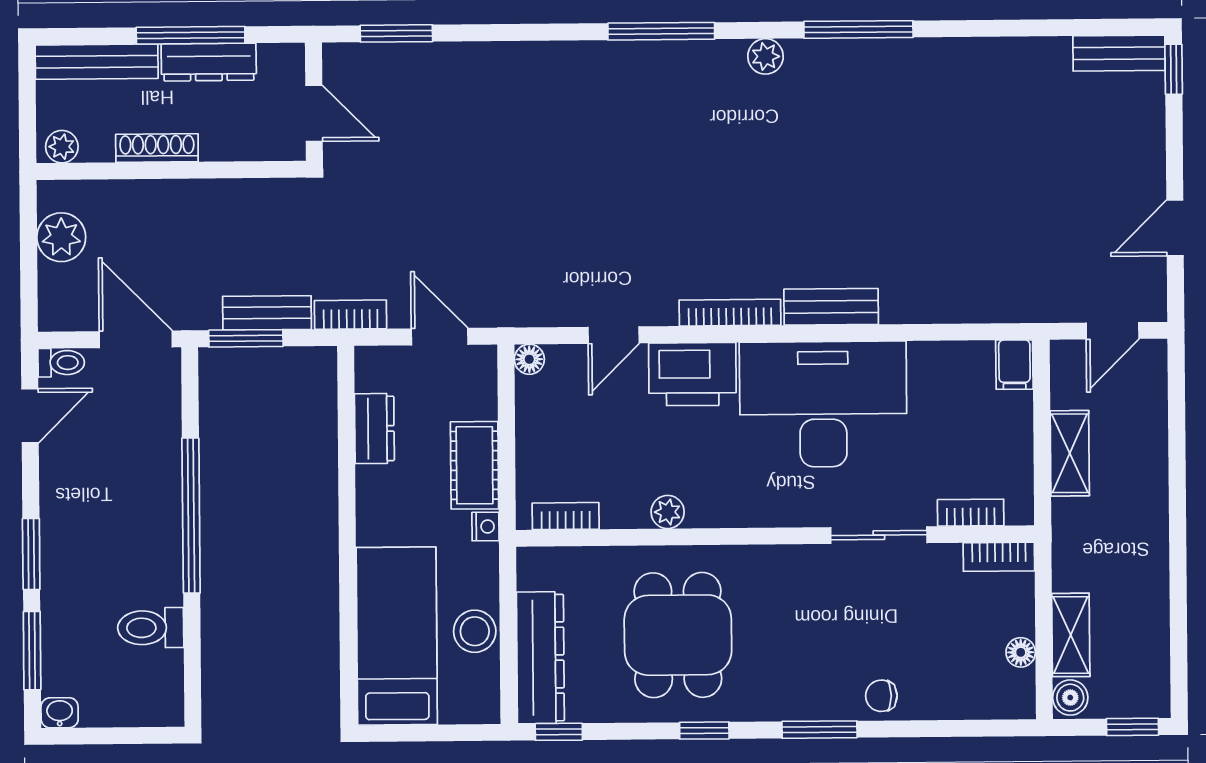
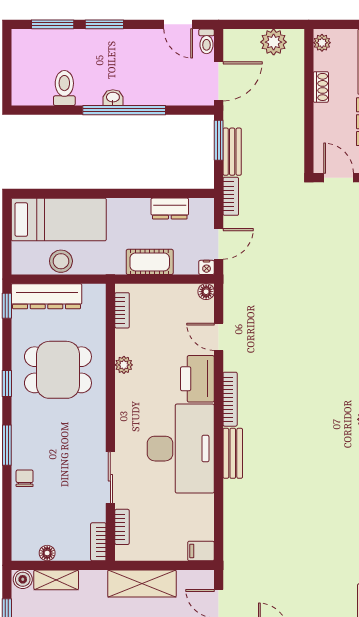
door: (314, 113) -> (339, 178), swing flipped
shoe rack: (157, 148) -> (321, 87), width x0.70
shelving: (1070, 453) -> (142, 584), width x1.50, depth x1.33
nightstand: (485, 527) -> (207, 267), moved
washbasin: (60, 713) -> (113, 98), moved, turned -90

